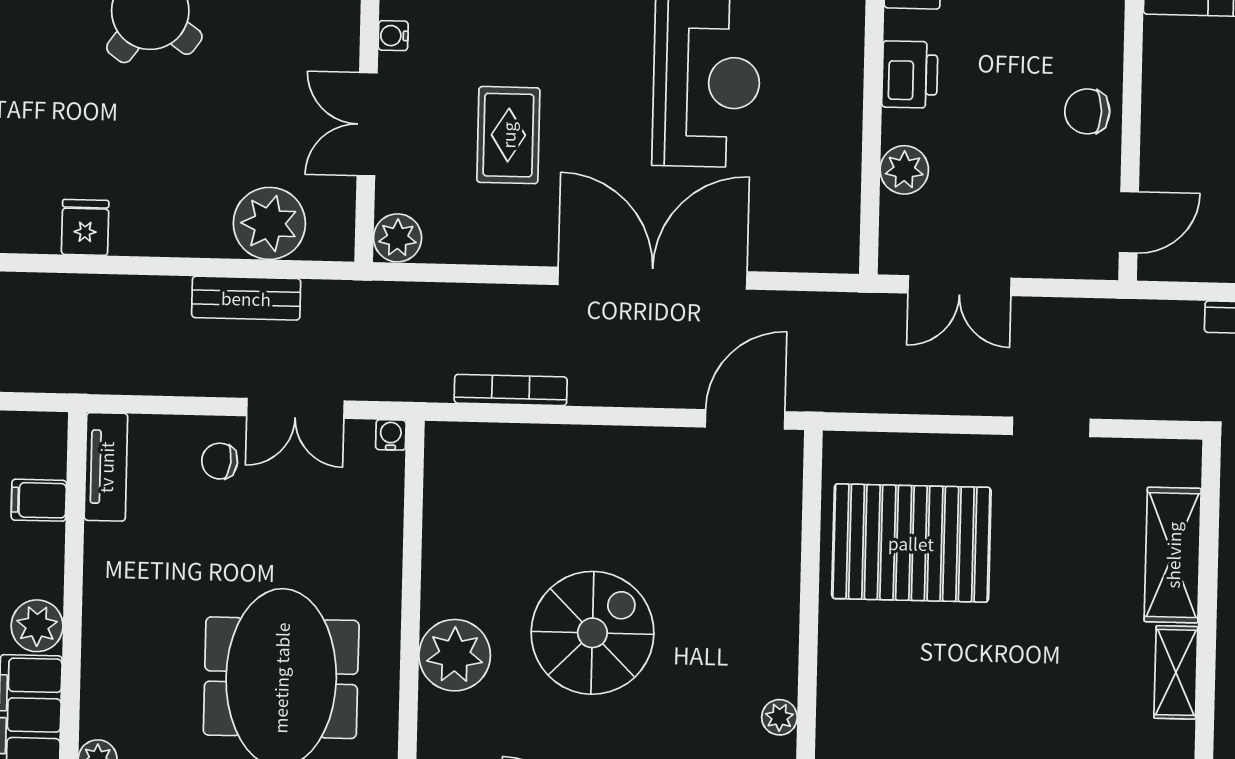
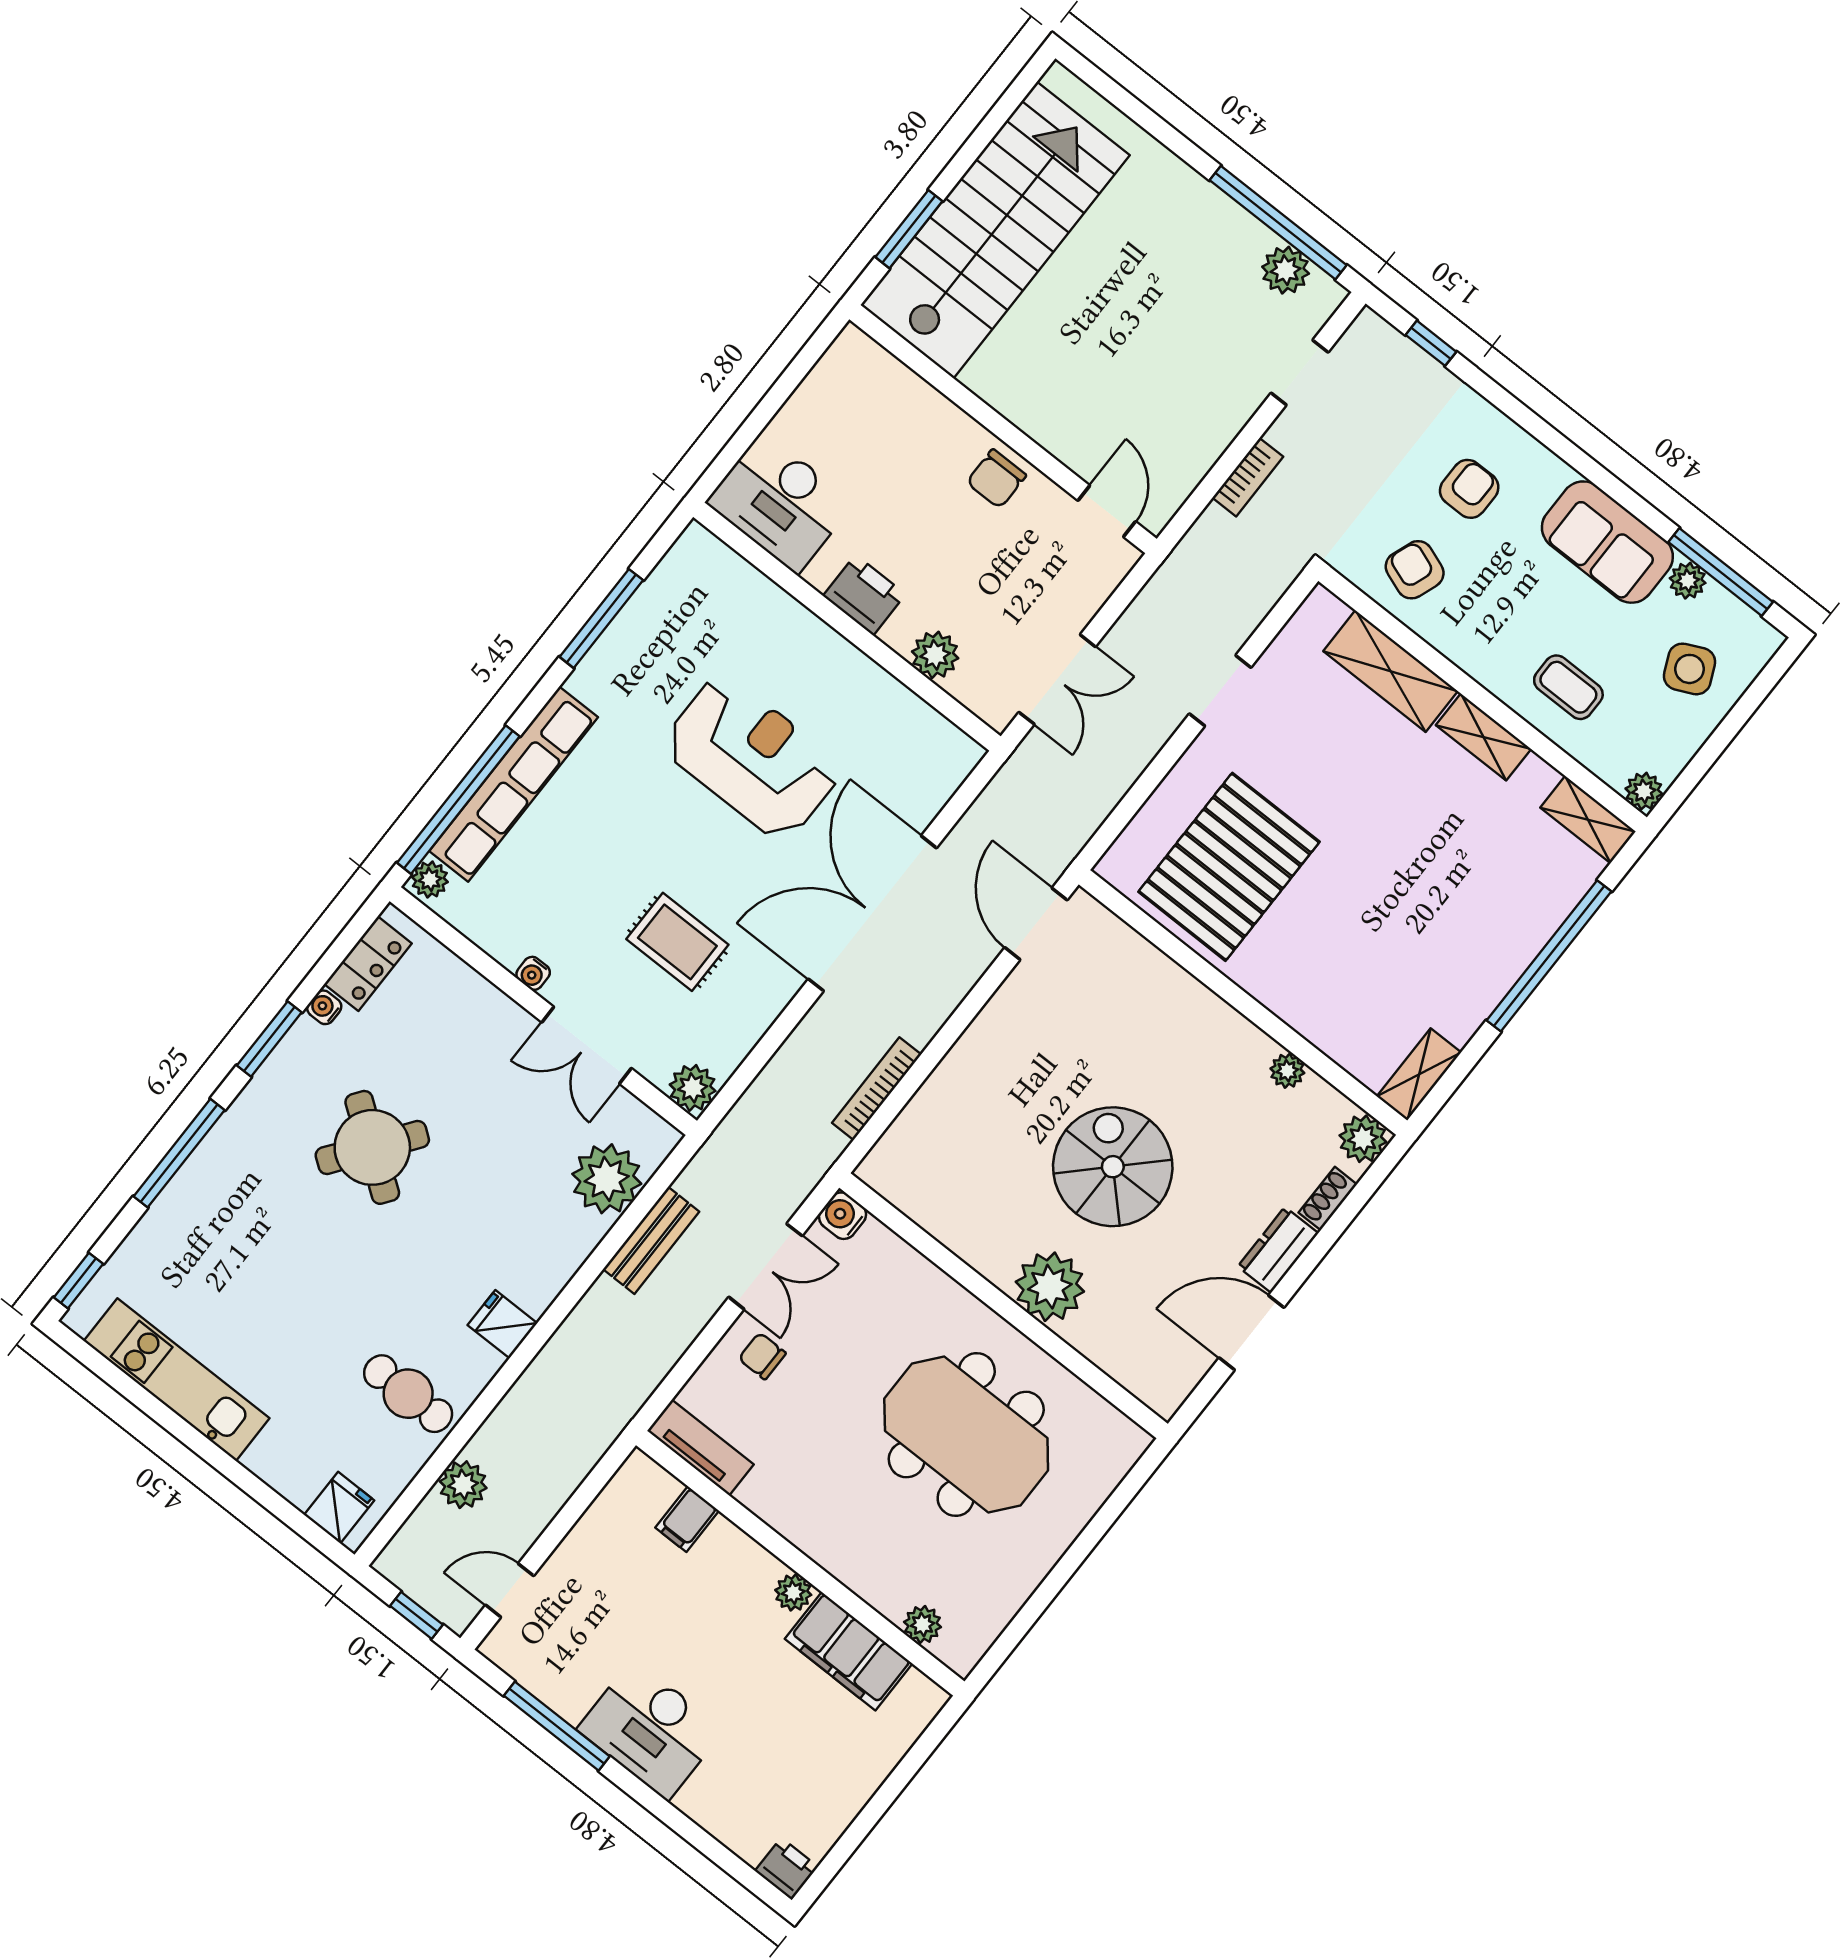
water cooler: (391, 435) -> (843, 1216), width x1.38, depth x1.38
chair: (220, 461) -> (762, 1356), turned 84
plant: (37, 626) -> (793, 1593), width x0.73, depth x0.73

